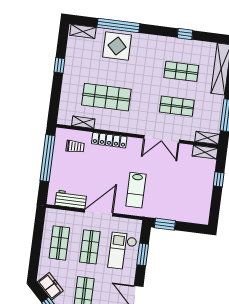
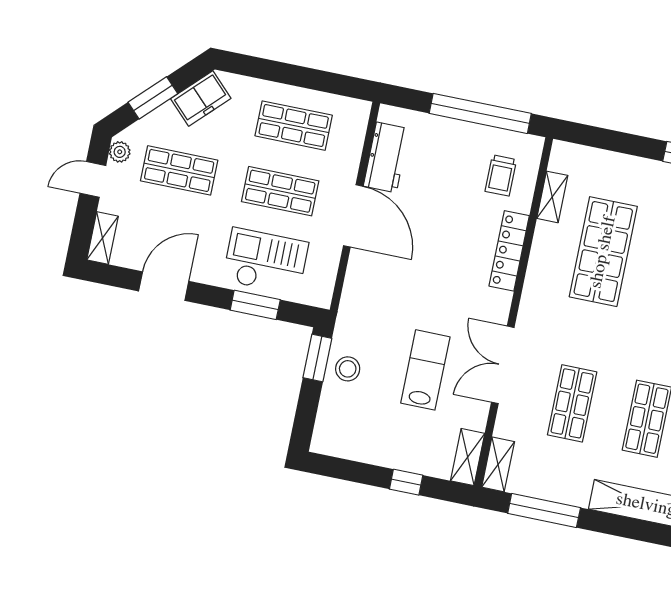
lab bench: (136, 190) -> (425, 370), moved, turned 90
stool: (169, 210) -> (348, 369), added

